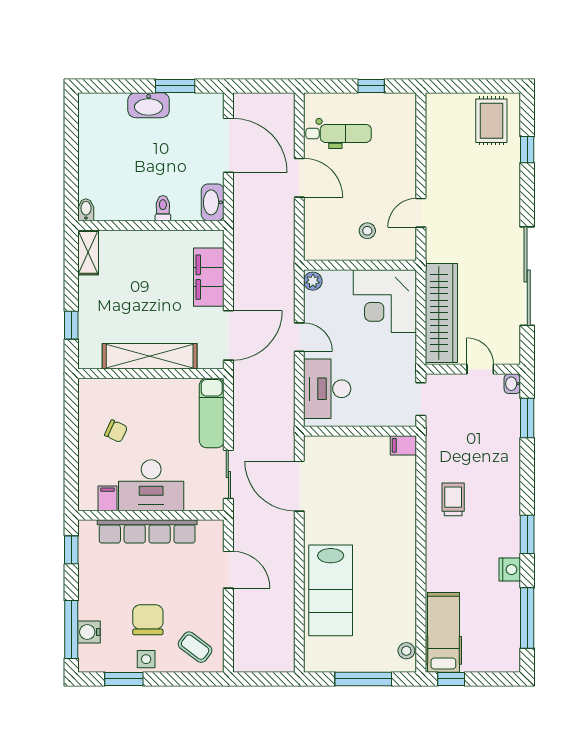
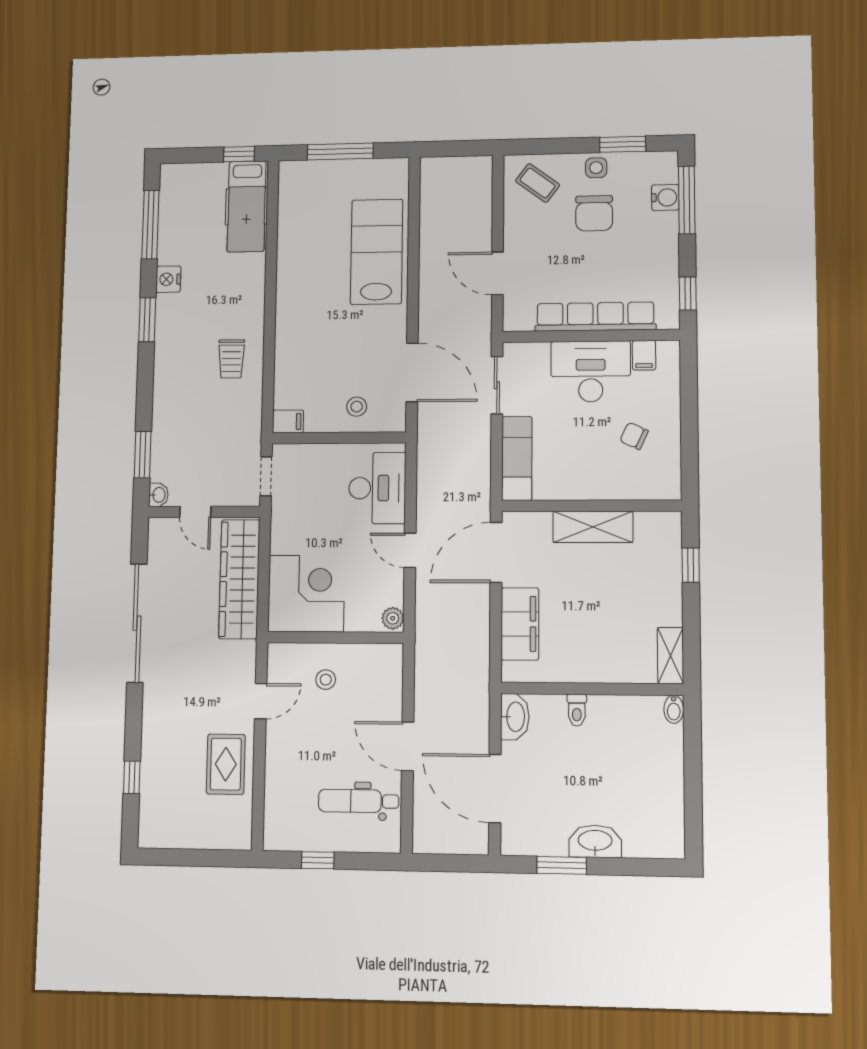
rug: (491, 121) -> (226, 764), moved
shelving: (150, 356) -> (593, 527), width x0.68
stool: (406, 651) -> (357, 407), moved

